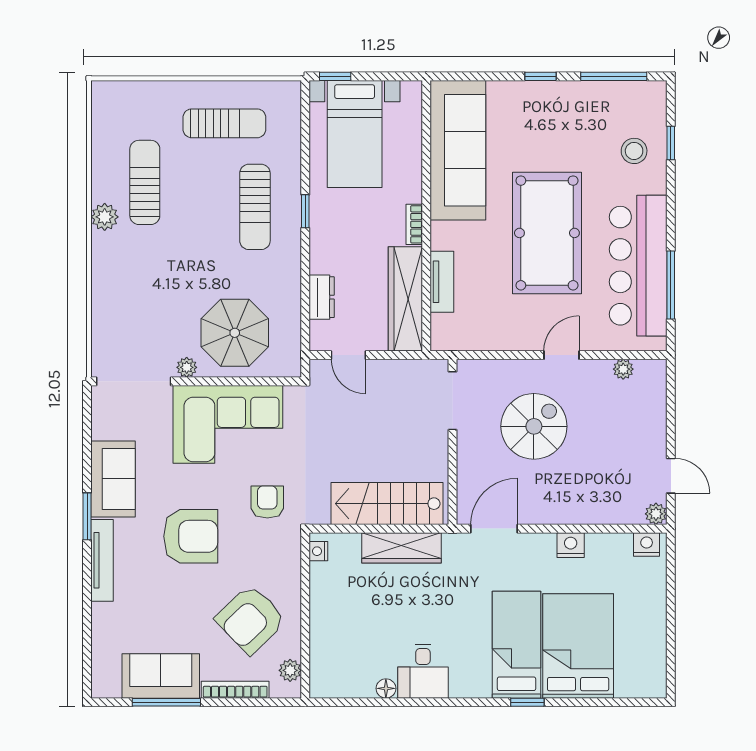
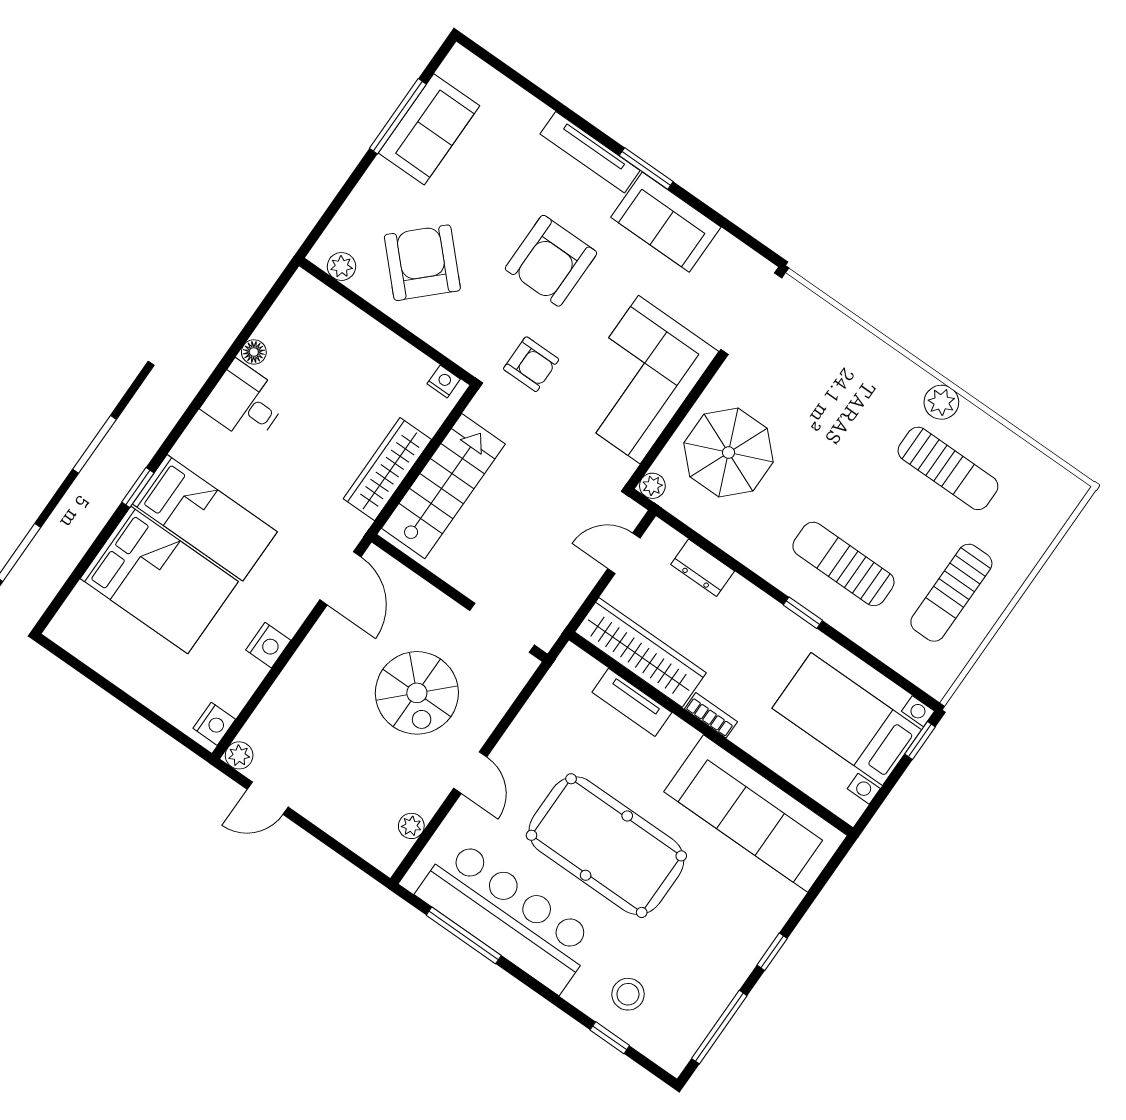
plant: (187, 367) -> (652, 486), moved
bookcase: (235, 690) -> (361, 196), removed

